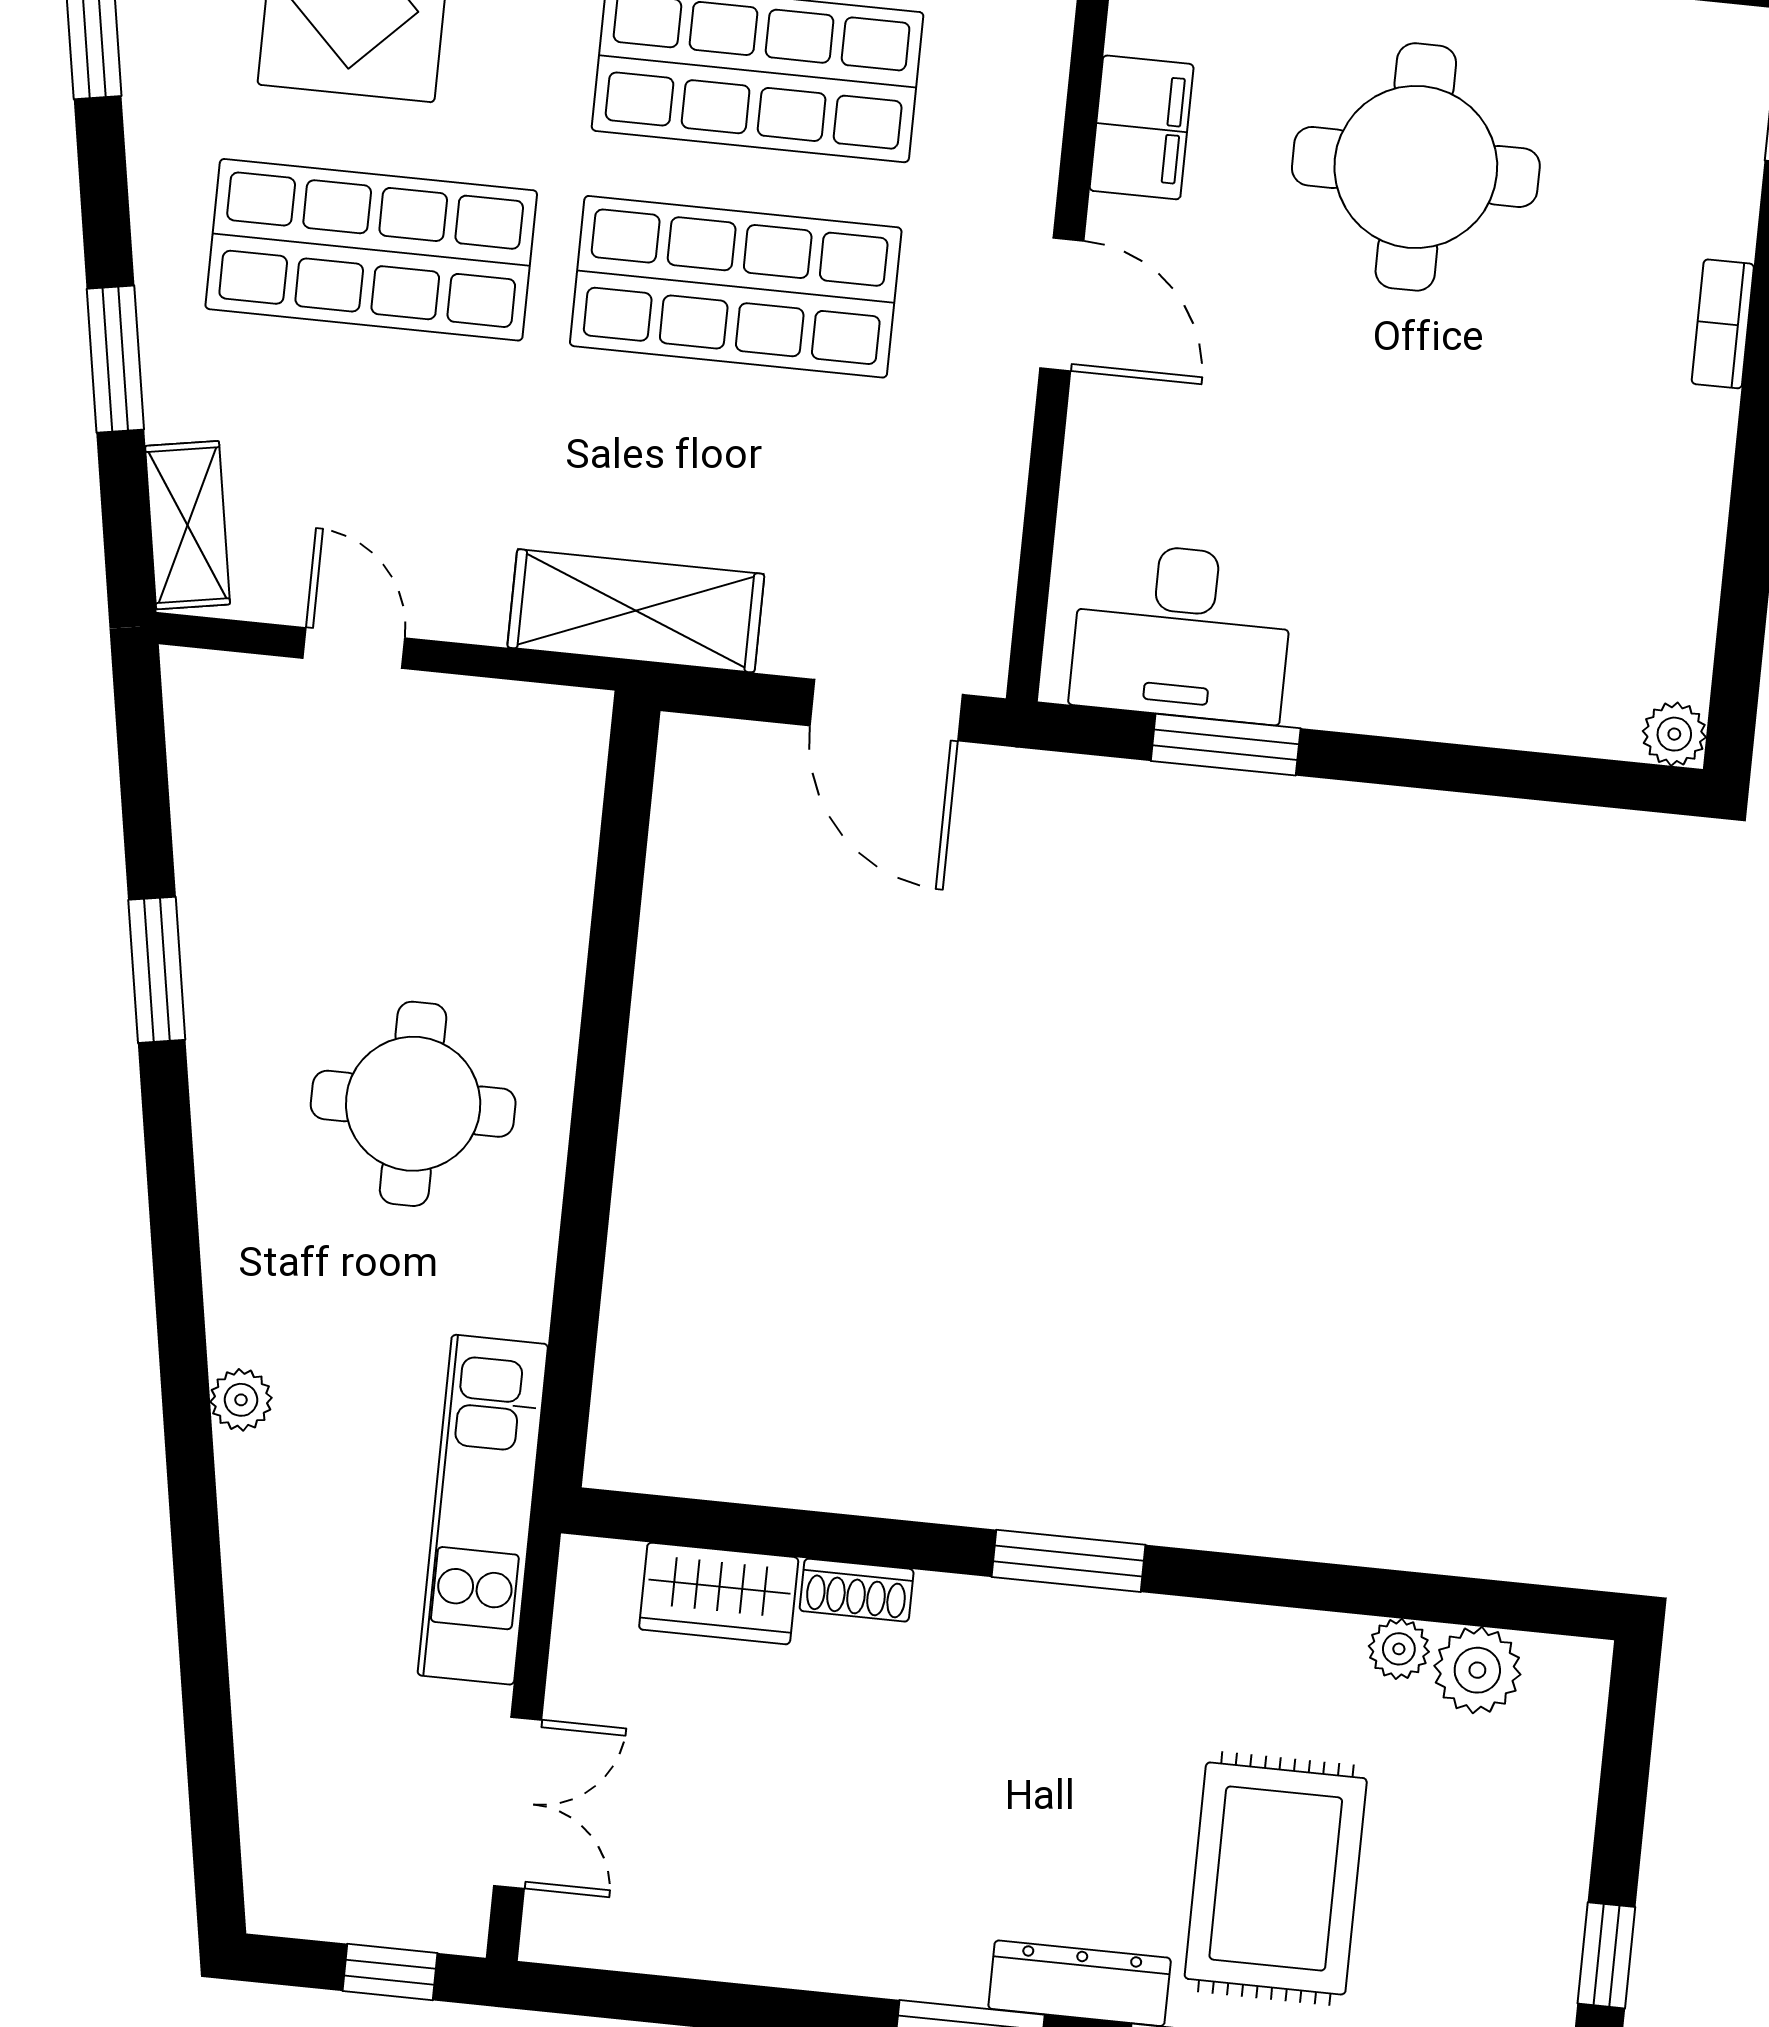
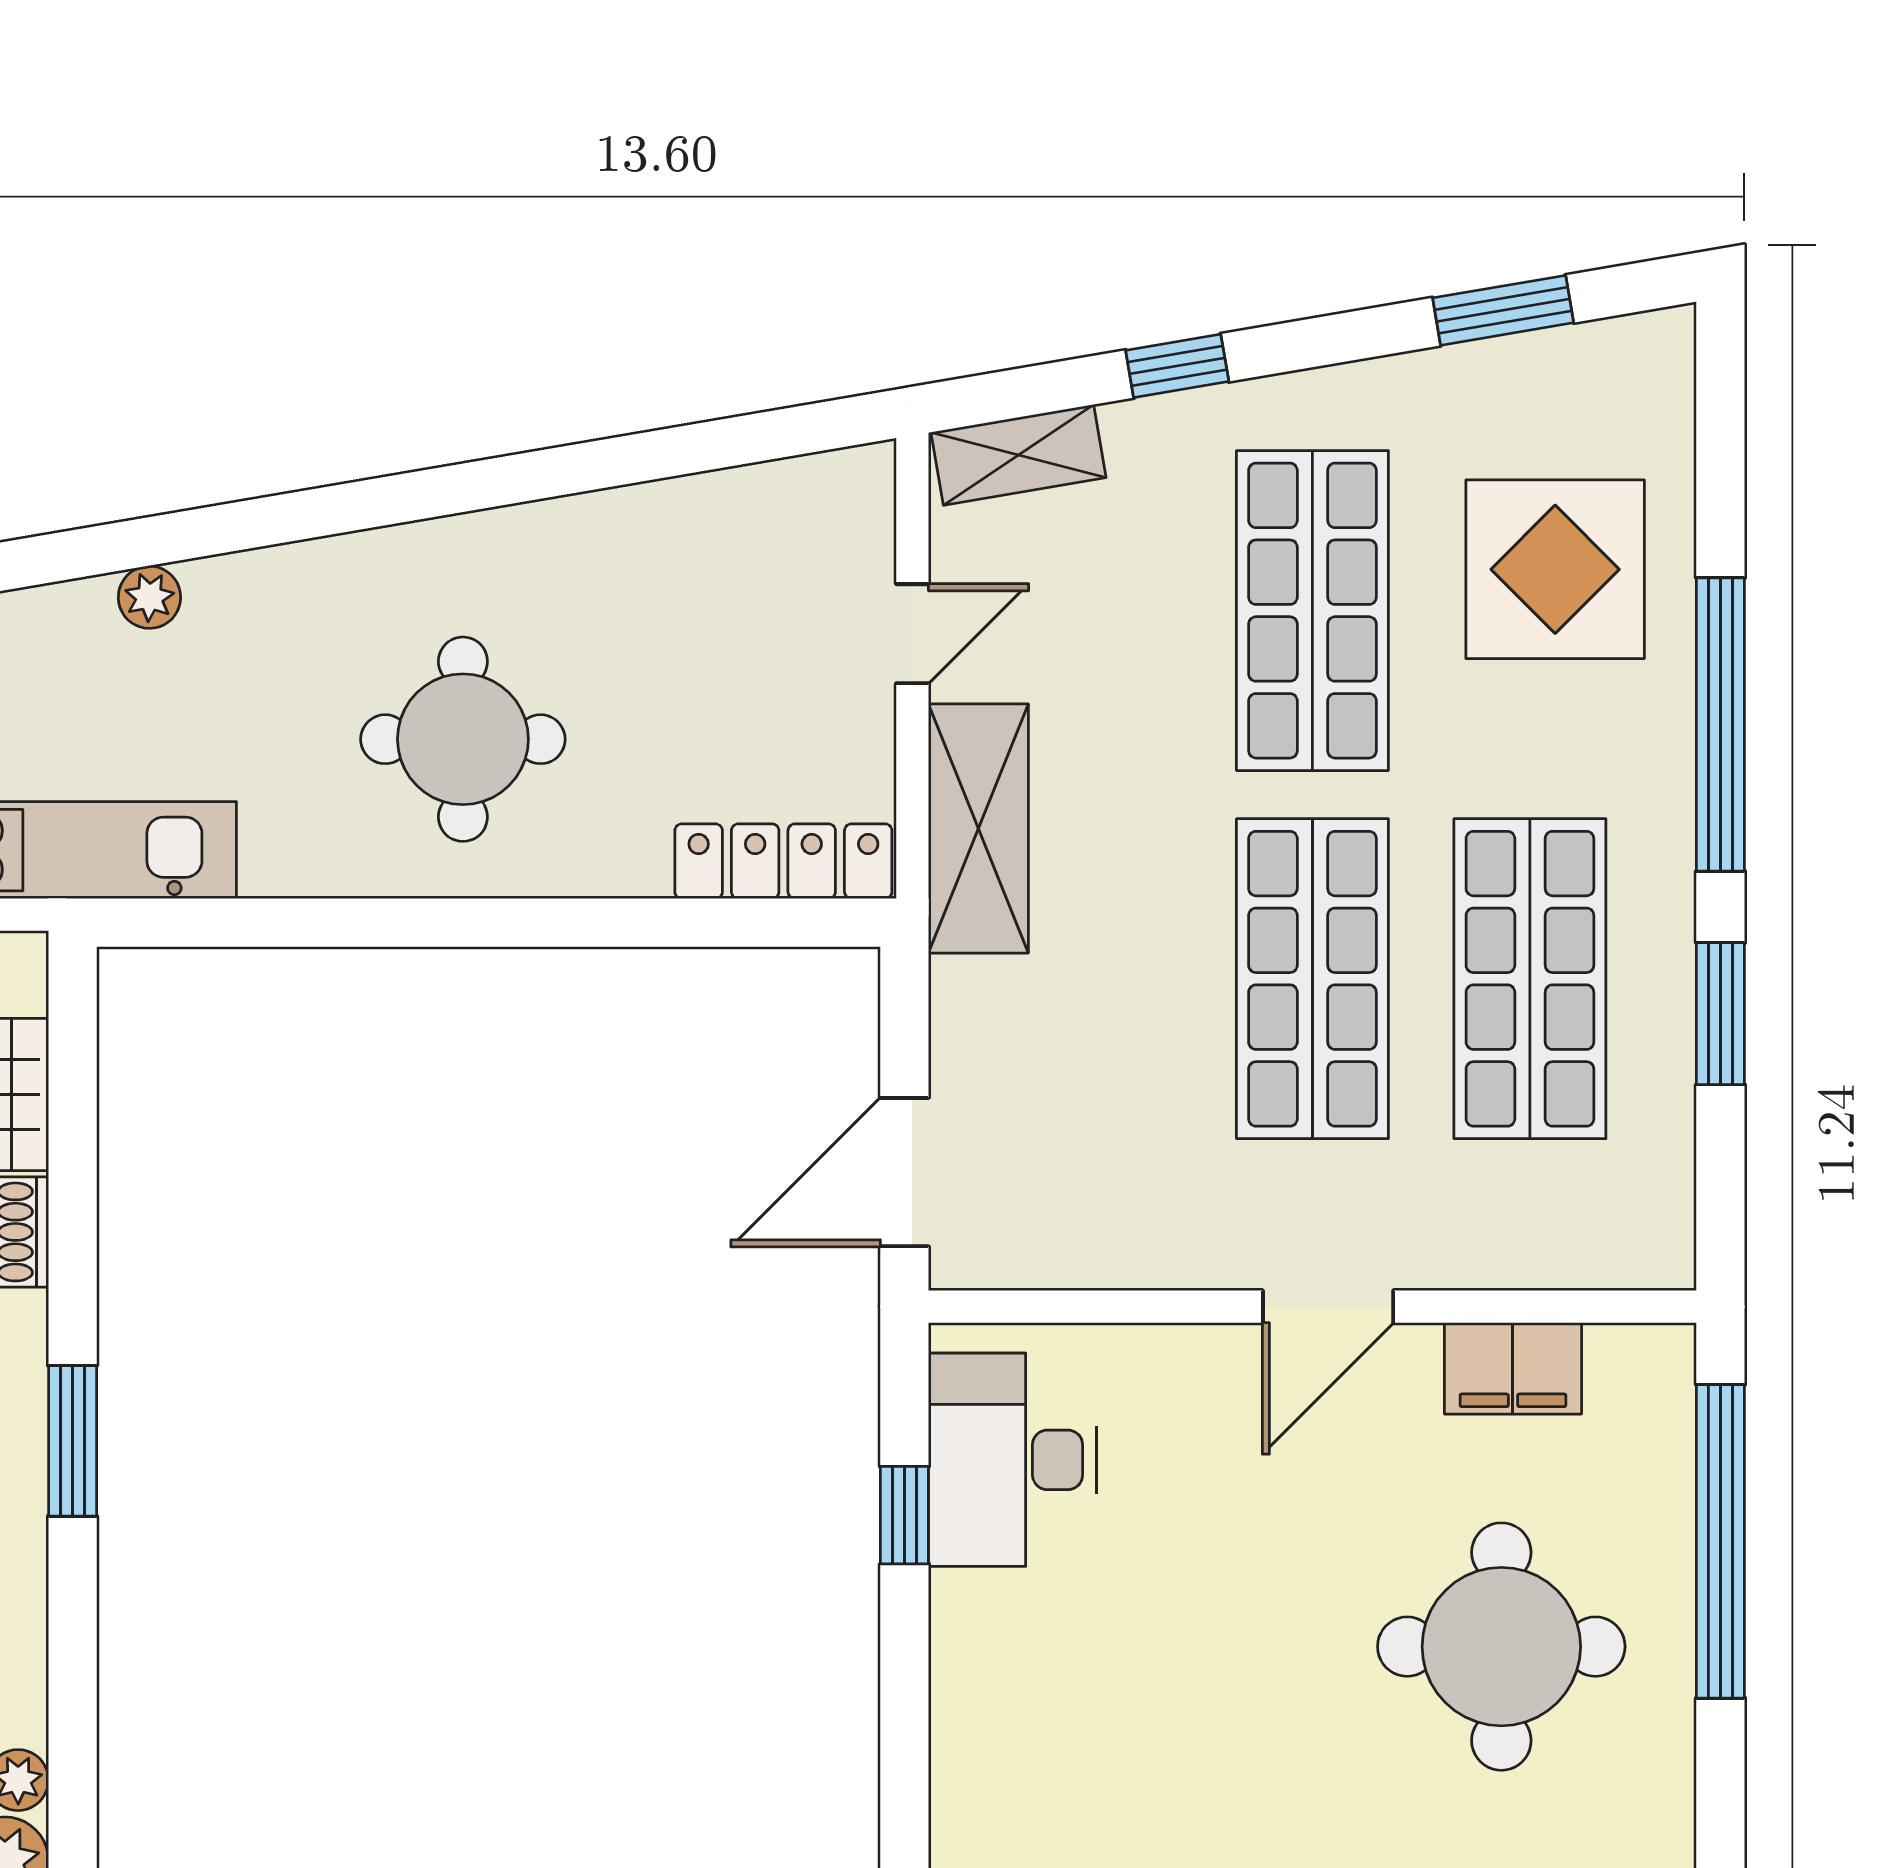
window: (115, 359) -> (1177, 366), width x0.67
shelving: (636, 611) -> (978, 829), moved
window: (1226, 745) -> (904, 1515), width x0.67
locker: (566, 799) -> (783, 861), added
window: (157, 970) -> (571, 469), removed

